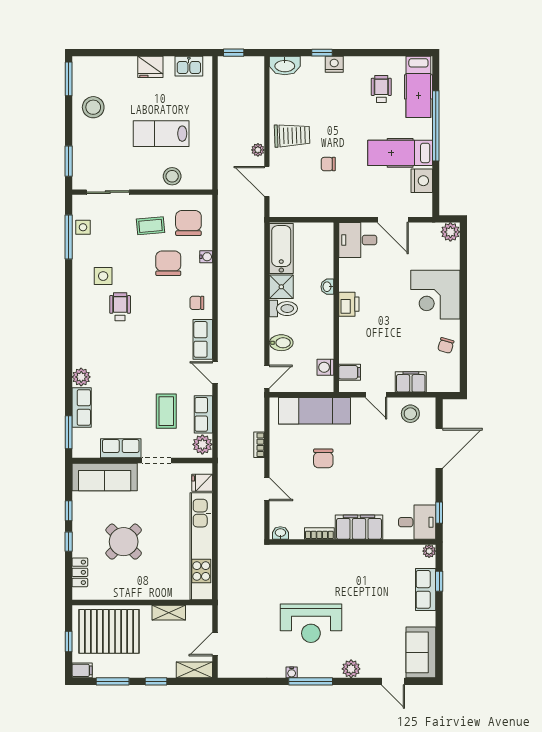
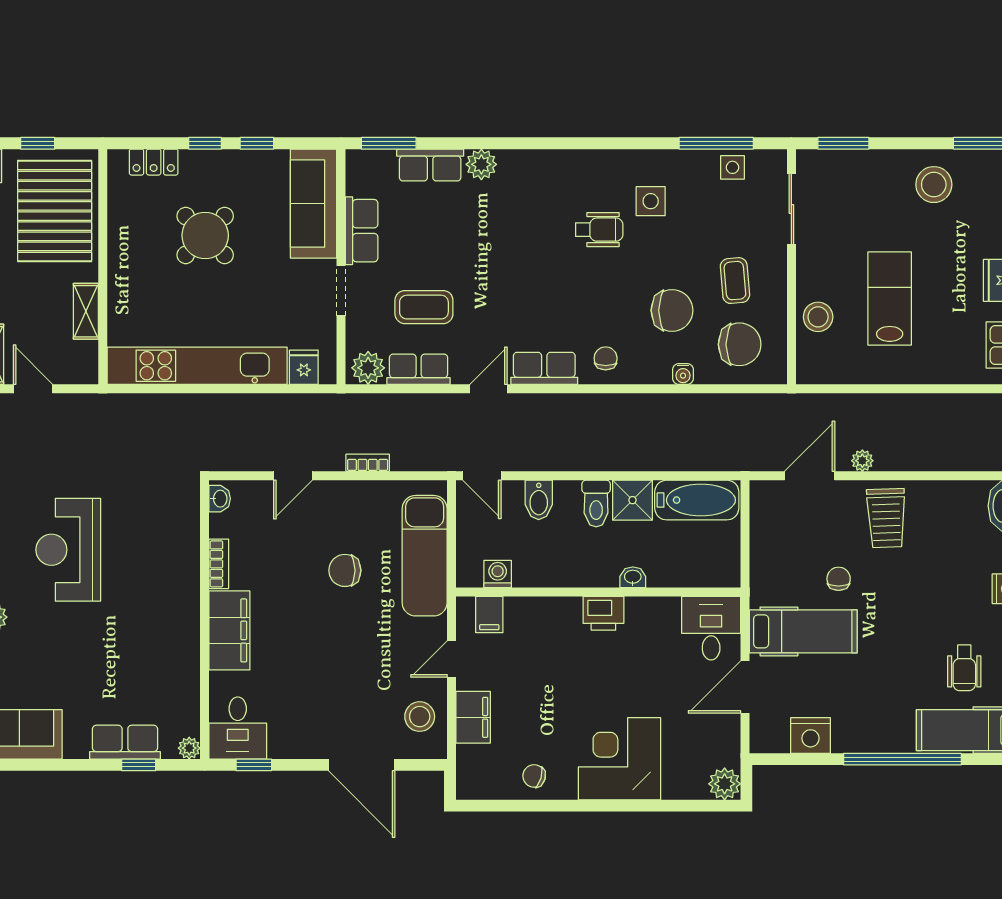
wheelchair: (381, 89) -> (964, 668), turned 90
hospital bed: (400, 153) -> (803, 631), moved, turned 90

